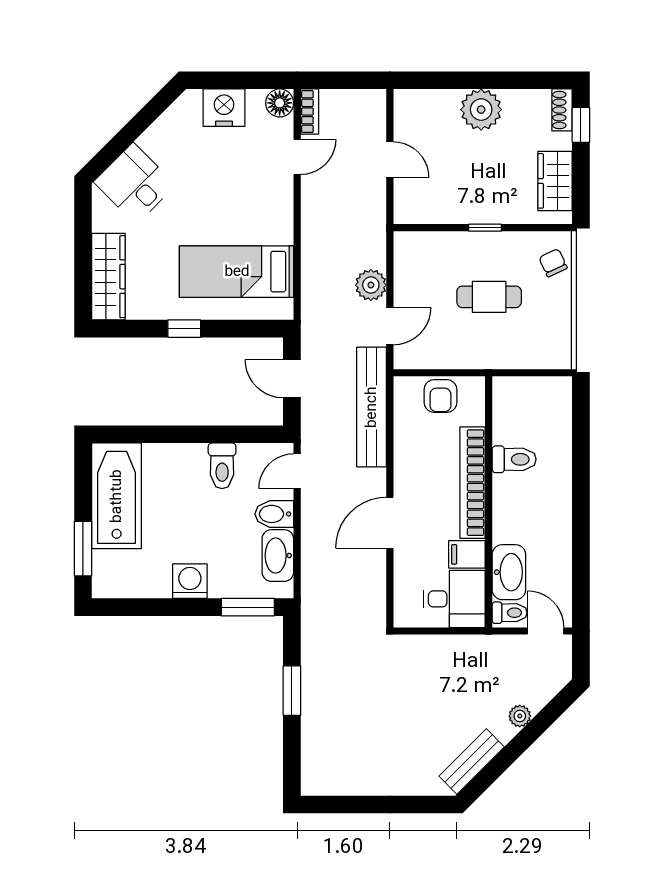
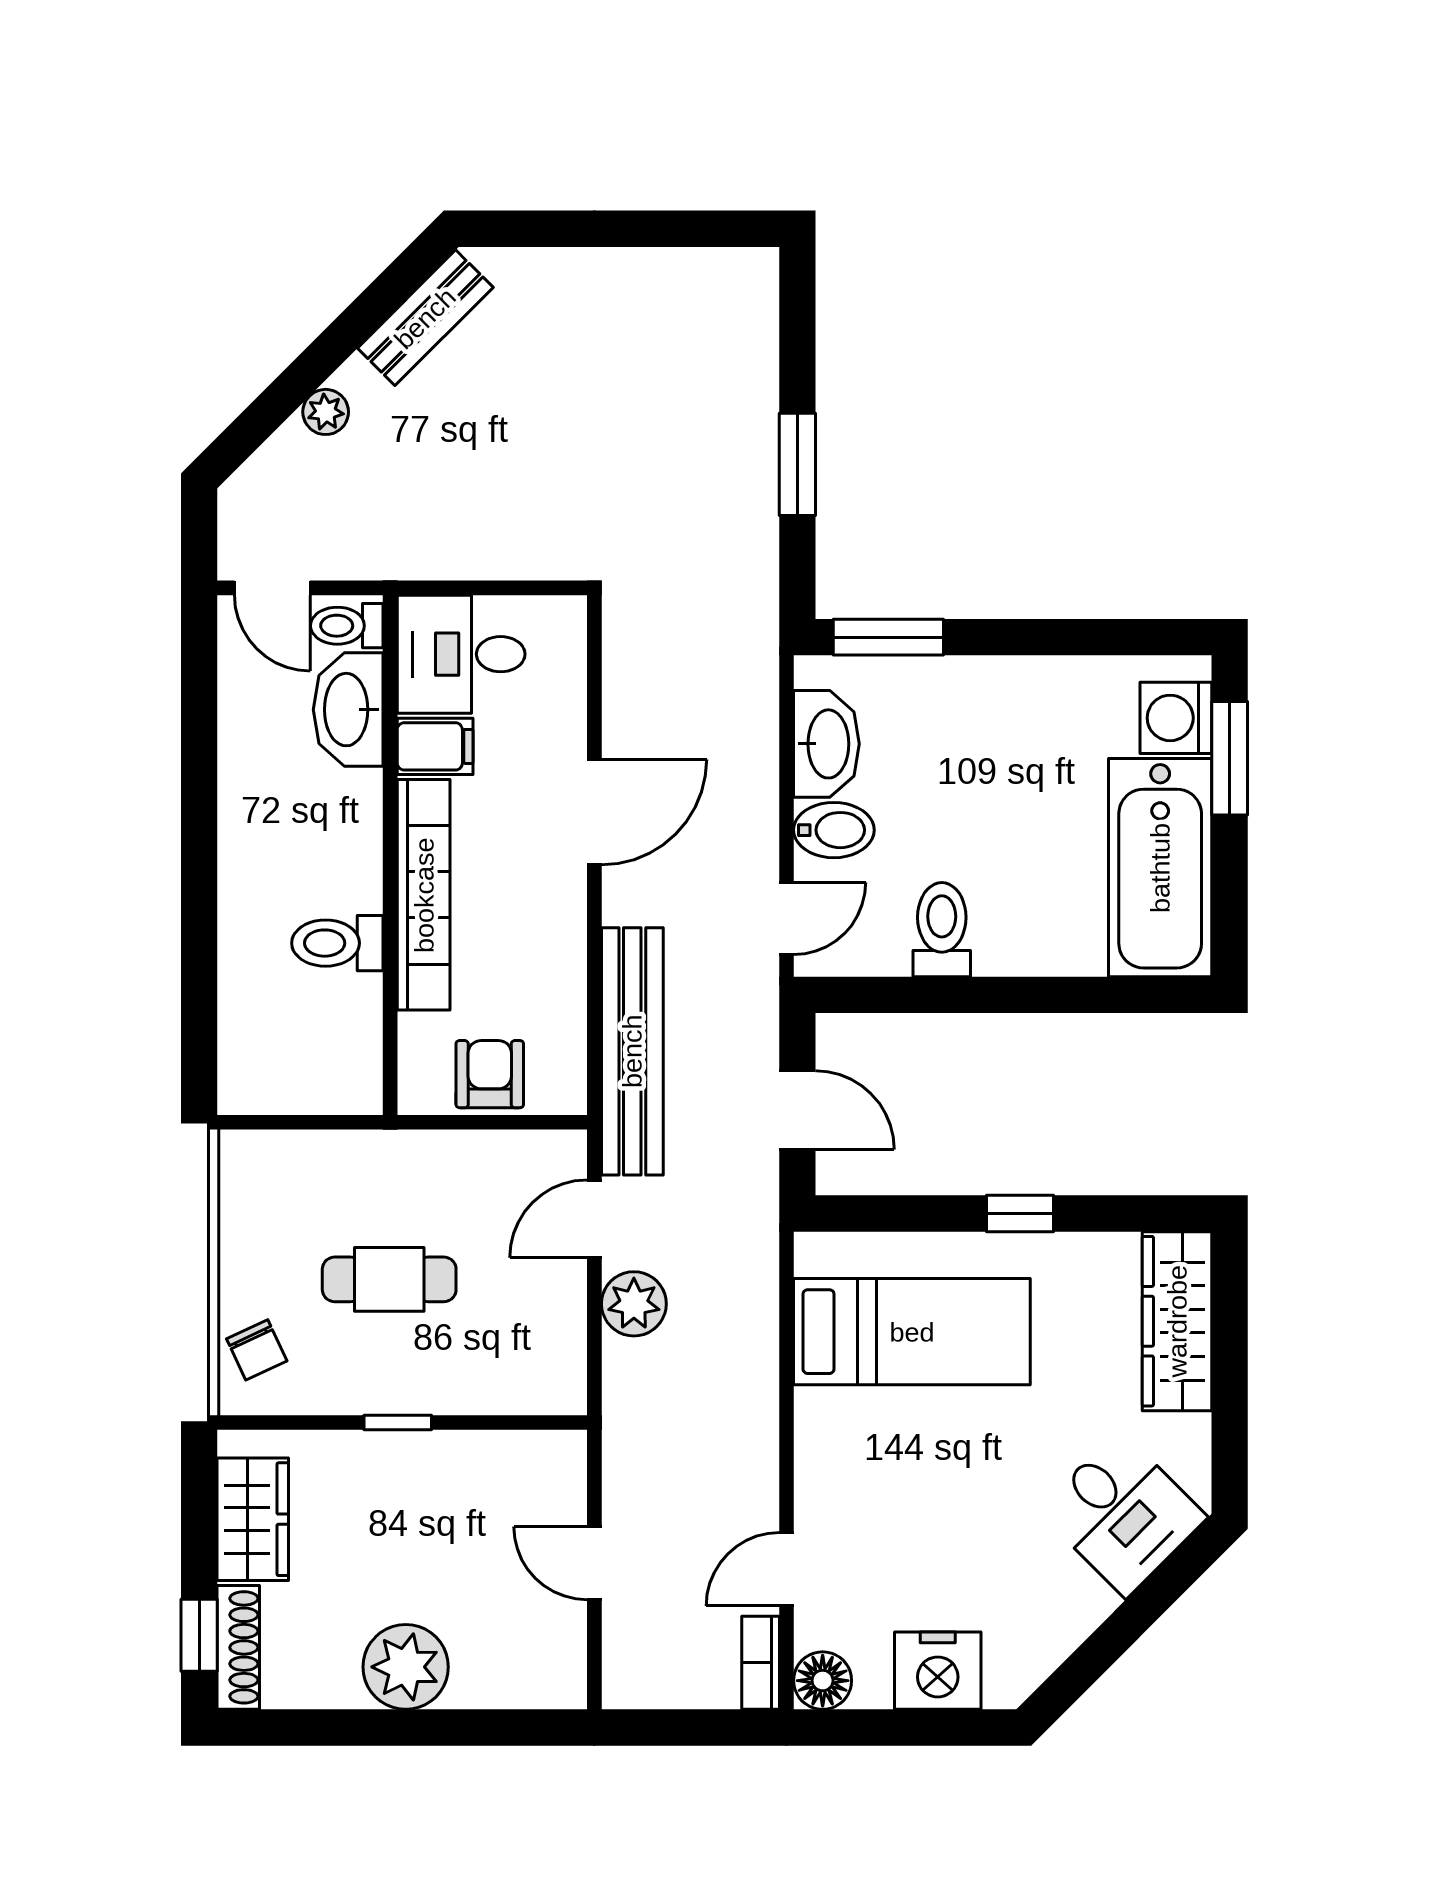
shoe rack: (562, 110) -> (238, 1647), width x1.43
washing machine: (190, 581) -> (1176, 718), moved, turned 90

